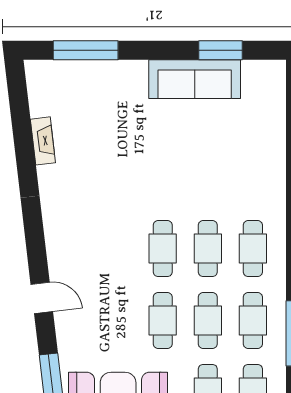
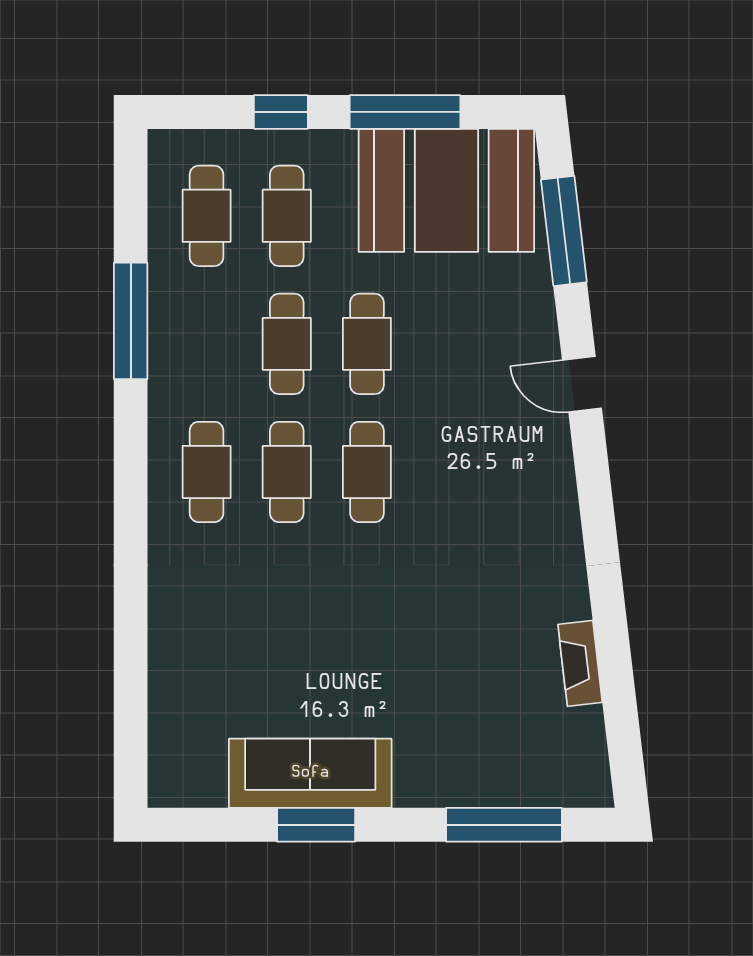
window: (221, 50) -> (316, 825), moved
cafe table: (253, 320) -> (207, 344), removed

